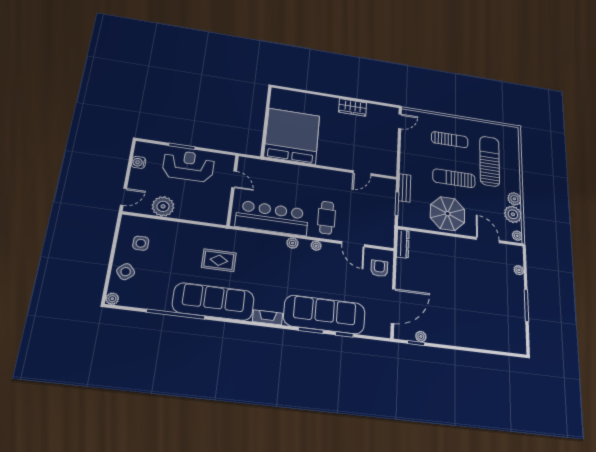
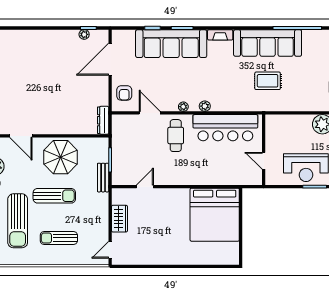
wardrobe: (353, 107) -> (119, 219), moved, turned 90

